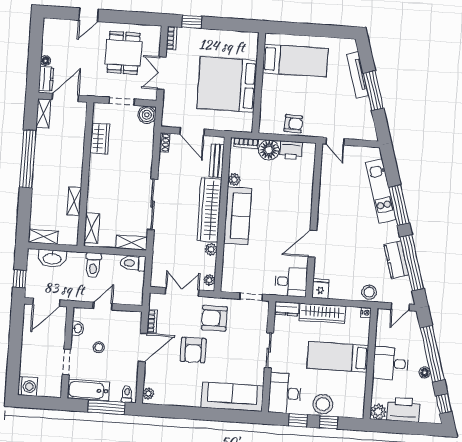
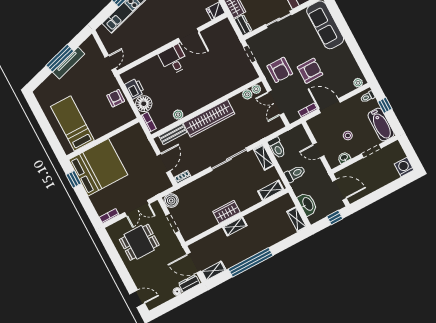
door: (89, 15) -> (137, 299), moved
window: (192, 22) -> (74, 179), moved
tv unit: (357, 75) -> (69, 63), moved
bed: (227, 84) -> (98, 167), moved, turned -90
wardrobe: (100, 139) -> (227, 212), moved
shelving: (74, 201) -> (235, 227), moved
sofa: (238, 216) -> (201, 97), removed
plant: (211, 249) -> (247, 94), moved
desk: (291, 282) -> (174, 60), moved
window: (106, 407) -> (385, 105), width x0.46

